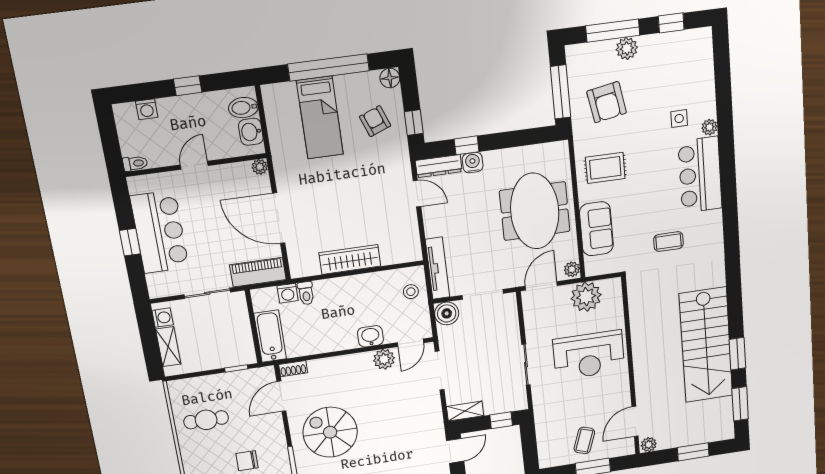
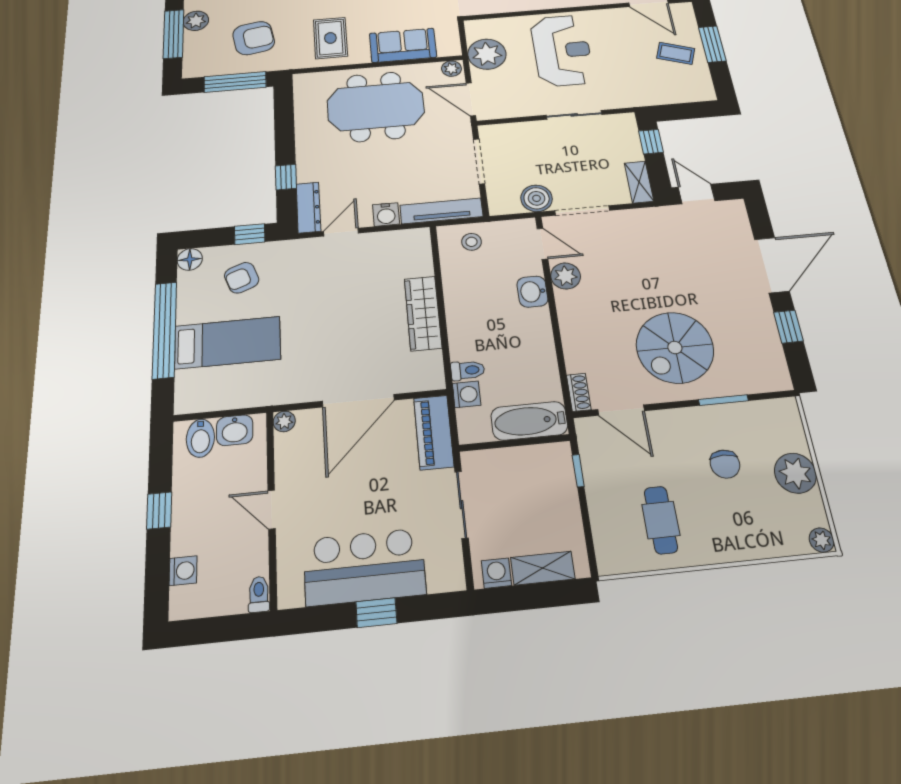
water cooler: (473, 163) -> (386, 214), moved, turned -90
boiler: (447, 313) -> (537, 198), moved

